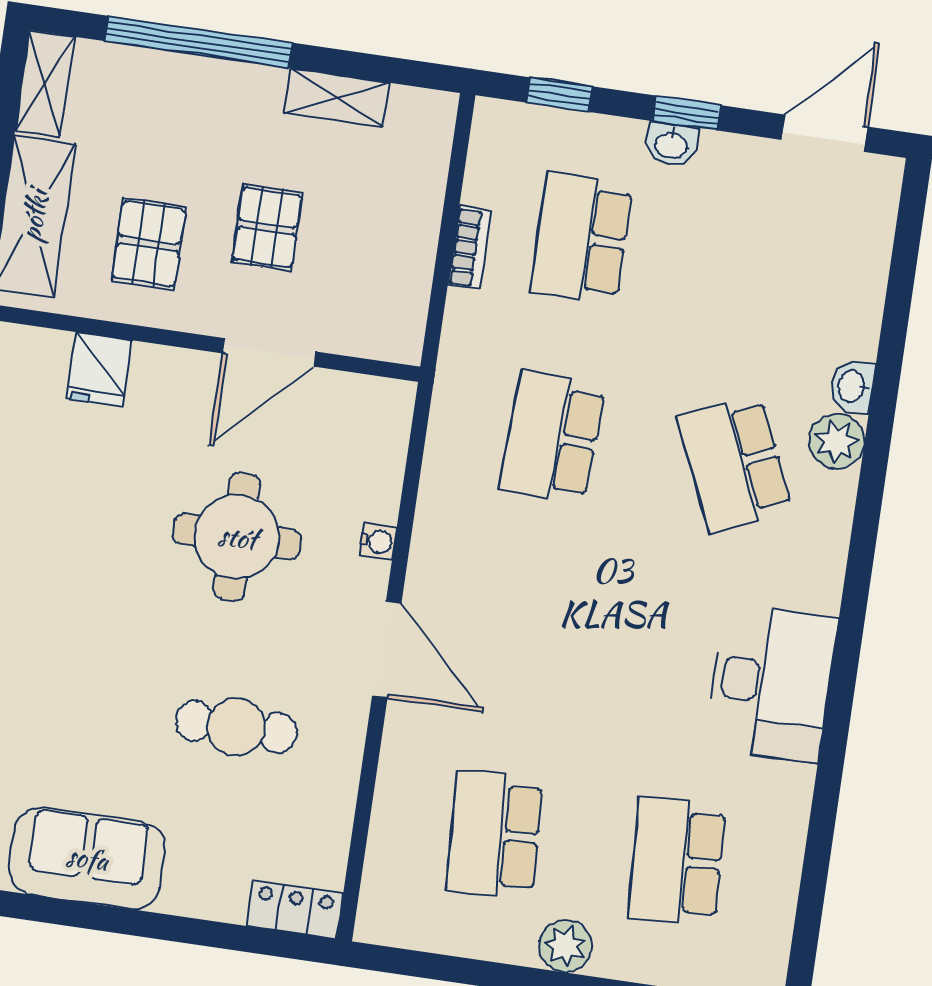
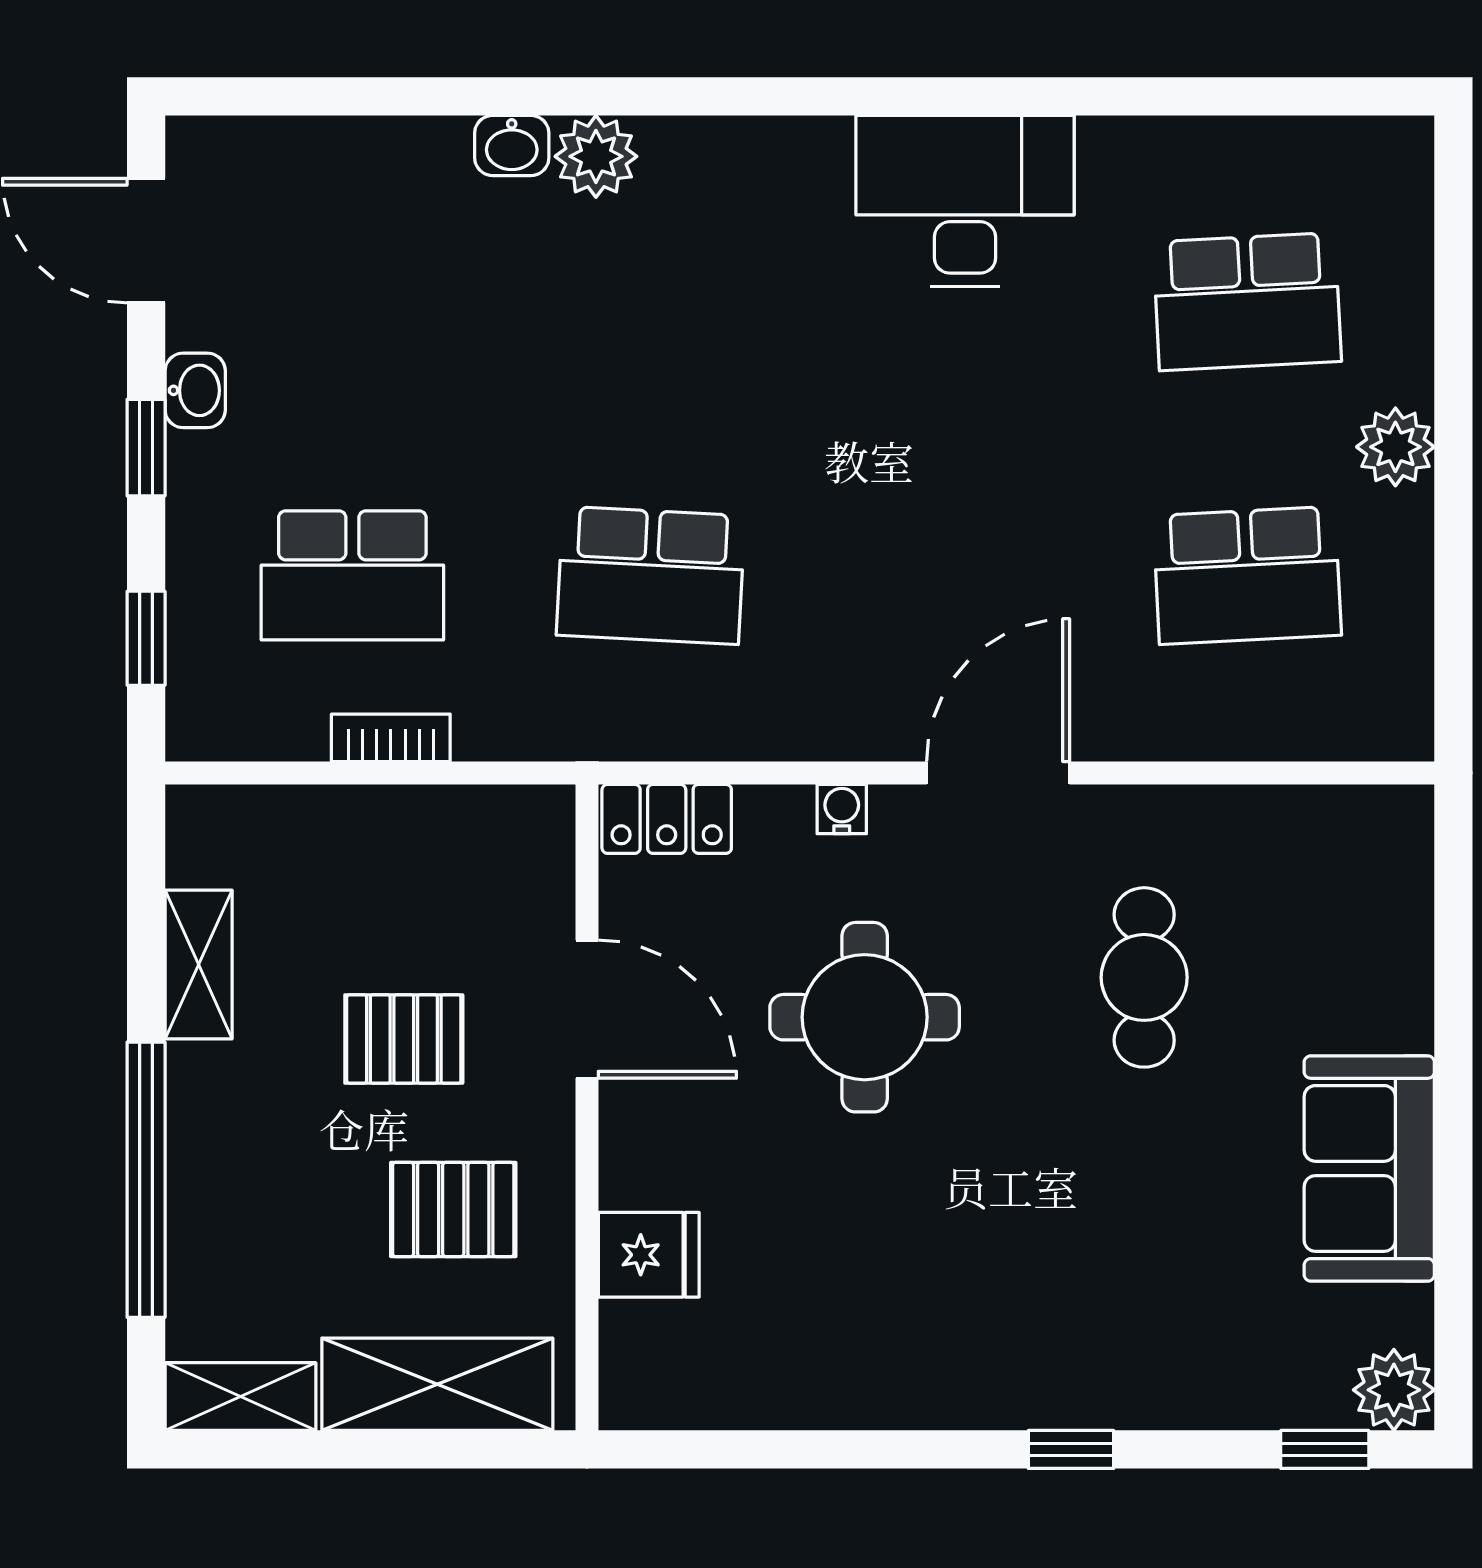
washbasin: (671, 144) -> (195, 390), moved
school desk: (735, 464) -> (651, 302), removed
locker: (295, 910) -> (667, 819), moved, turned -90

